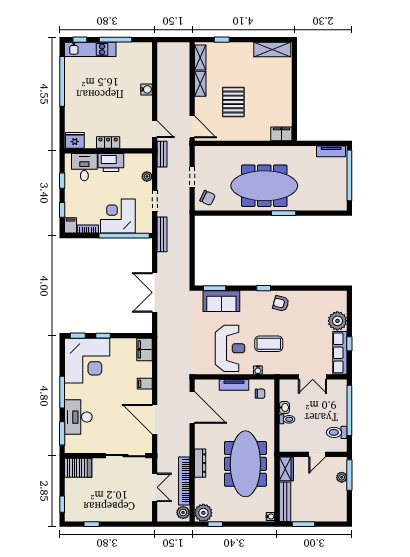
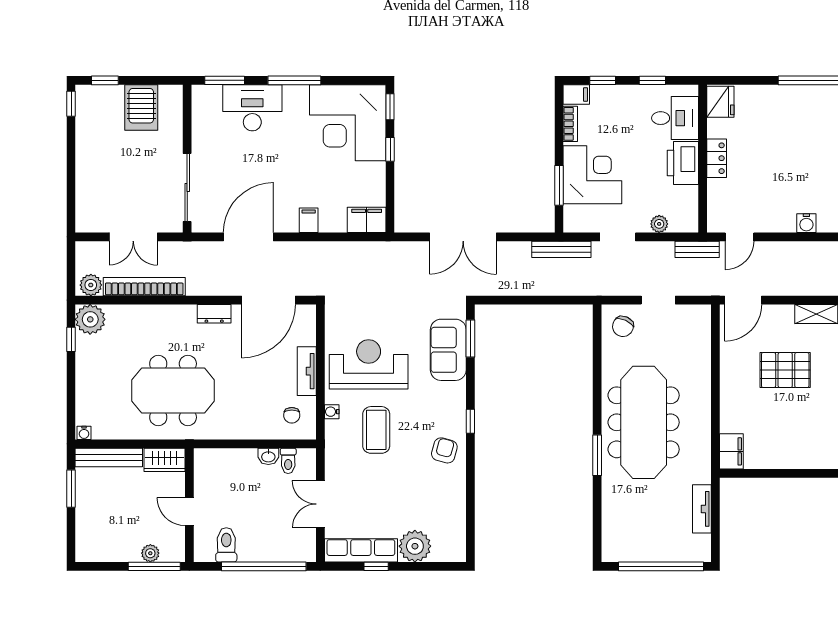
tv unit: (331, 151) -> (702, 509), moved
window: (124, 236) -> (559, 185), width x0.47
double door: (155, 292) -> (463, 237), swing flipped
reception desk: (230, 348) -> (369, 364), turned 180
toilet: (287, 419) -> (288, 461), moved
dresser: (200, 463) -> (214, 314), moved, width x0.70
meeting table: (245, 464) -> (173, 390), width x0.73
server rack: (78, 468) -> (141, 108), moved
window: (92, 524) -> (71, 104), moved

